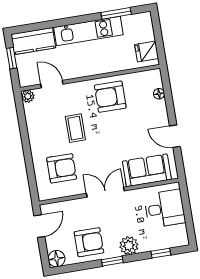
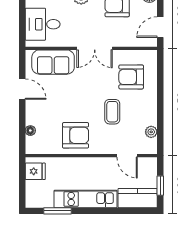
plant: (28, 96) -> (151, 132), moved

